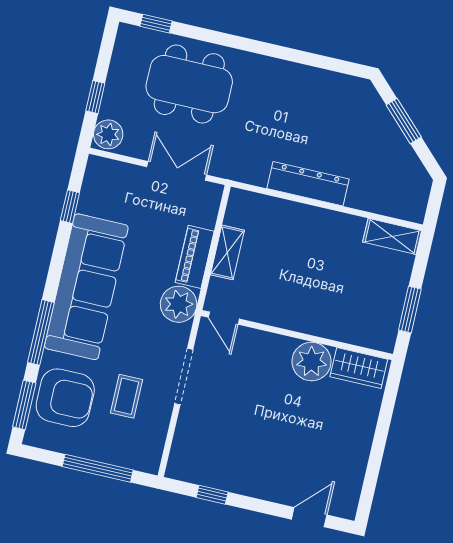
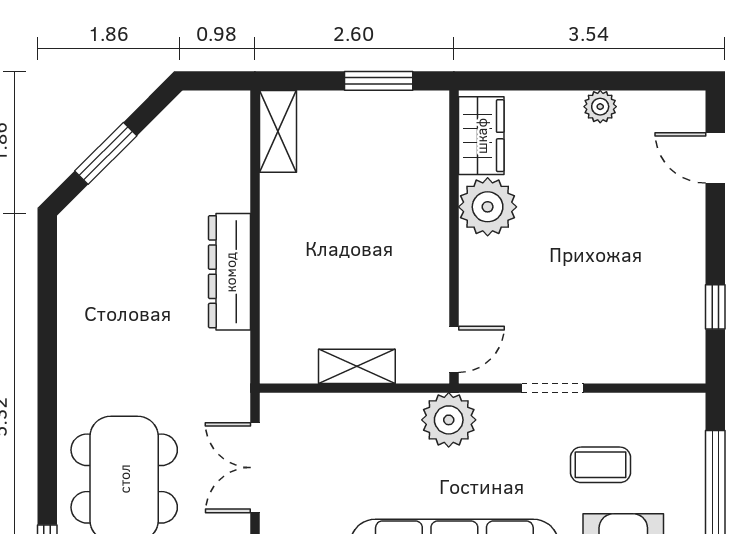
piano: (195, 257) -> (374, 412), removed
doorway: (184, 377) -> (553, 388), width x0.73
plant: (360, 450) -> (600, 107), added

